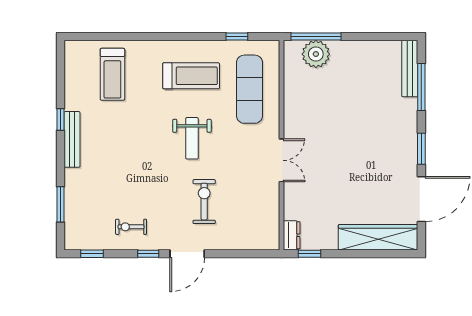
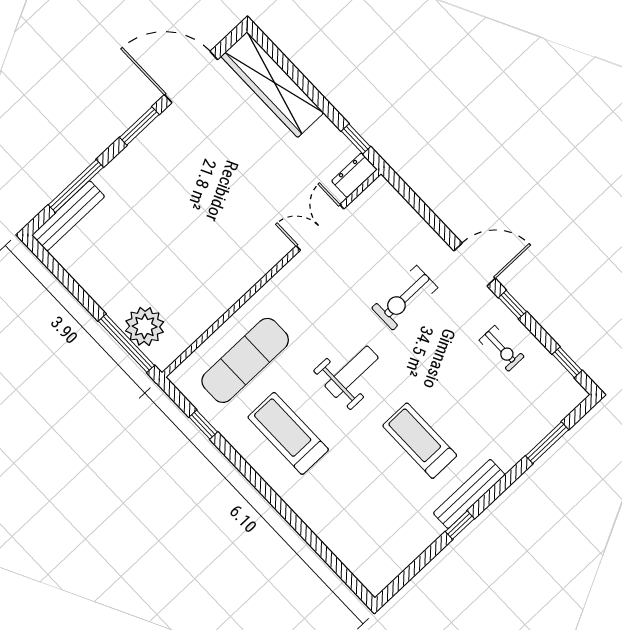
treadmill: (112, 74) -> (420, 441), moved, turned -90
double door: (281, 160) -> (320, 227), moved

